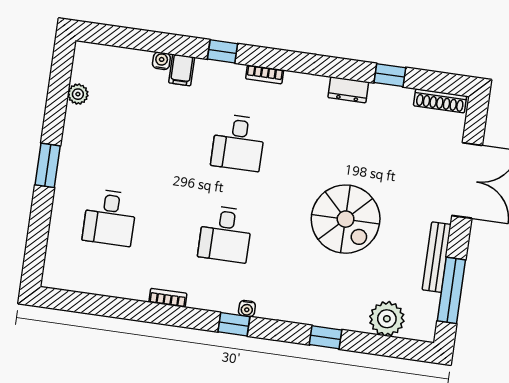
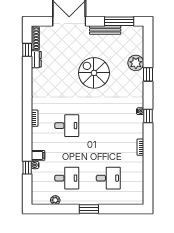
window: (223, 51) -> (27, 168), moved
window: (390, 75) -> (27, 50), moved
dresser: (348, 90) -> (36, 59), moved
spiral stairs: (346, 219) -> (94, 73), turned -90
desk: (225, 234) -> (67, 178), moved
plant: (387, 319) -> (136, 63), moved

